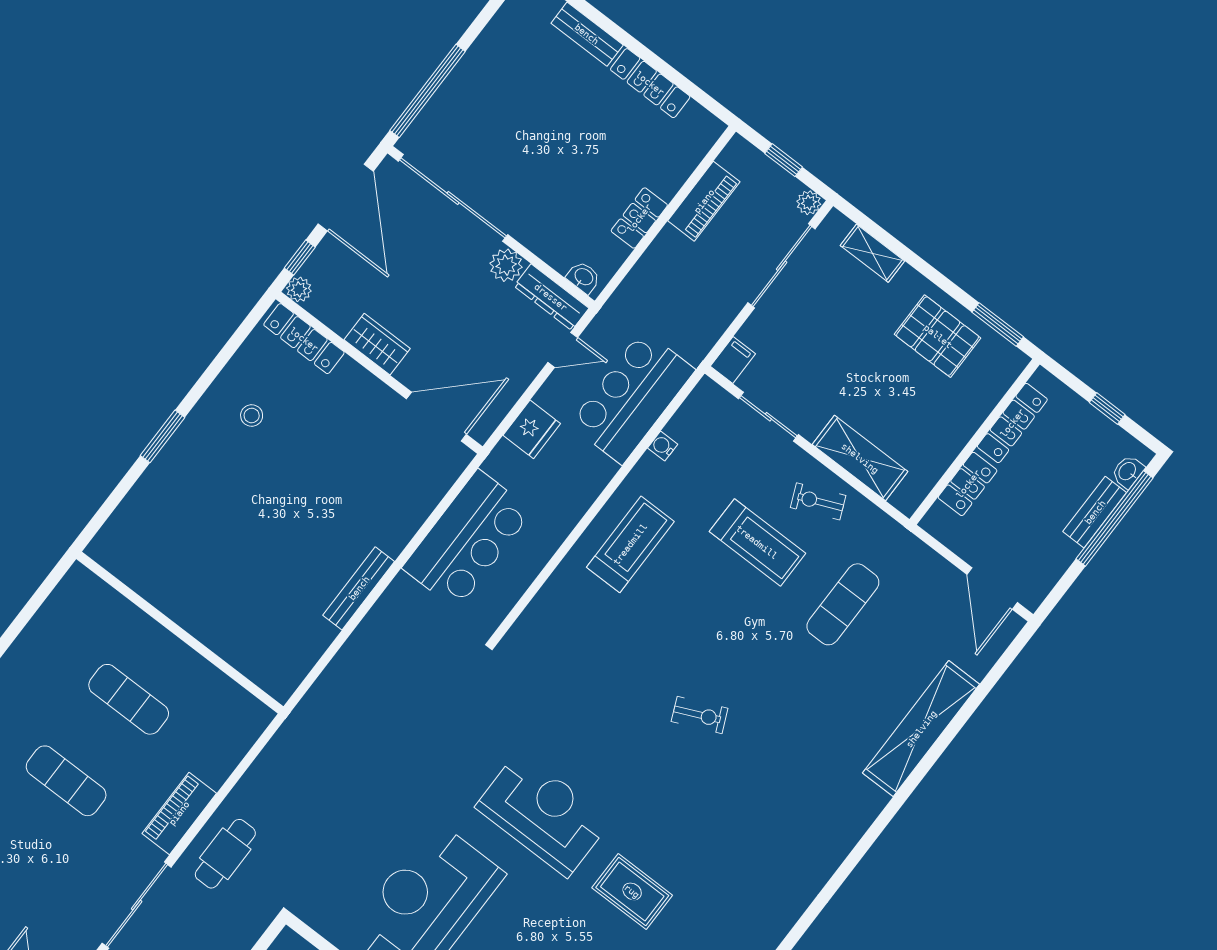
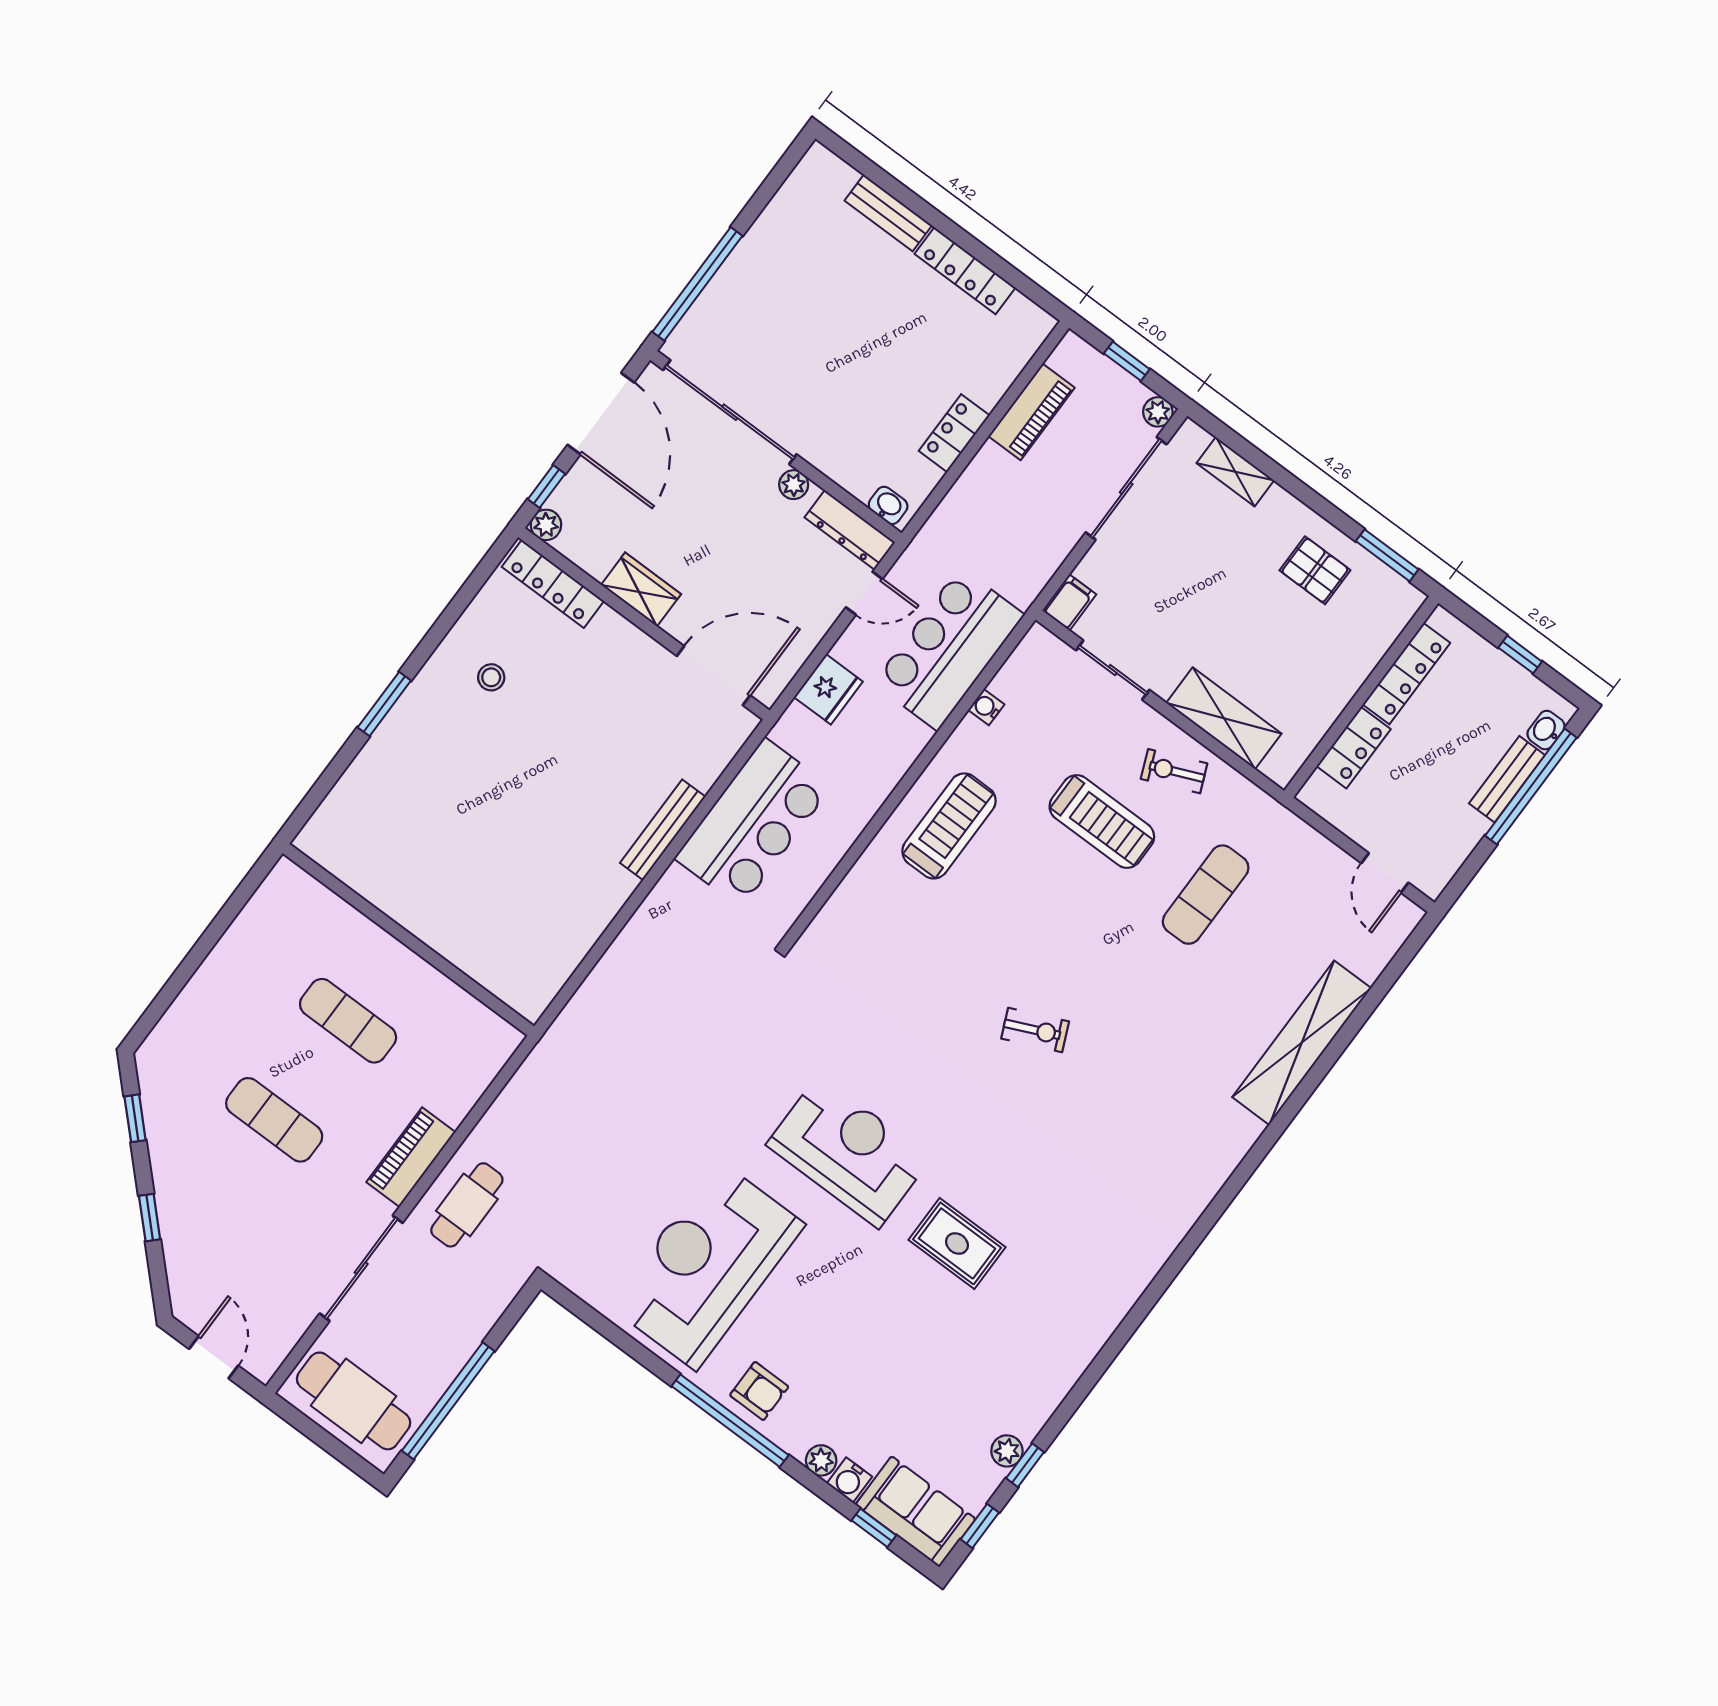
plant: (506, 265) -> (794, 485), width x0.73, depth x0.73
pallet: (938, 336) -> (1315, 570), width x0.67, depth x0.71
bench: (359, 588) -> (663, 830), moved
door: (992, 588) -> (1385, 873), width x0.73

